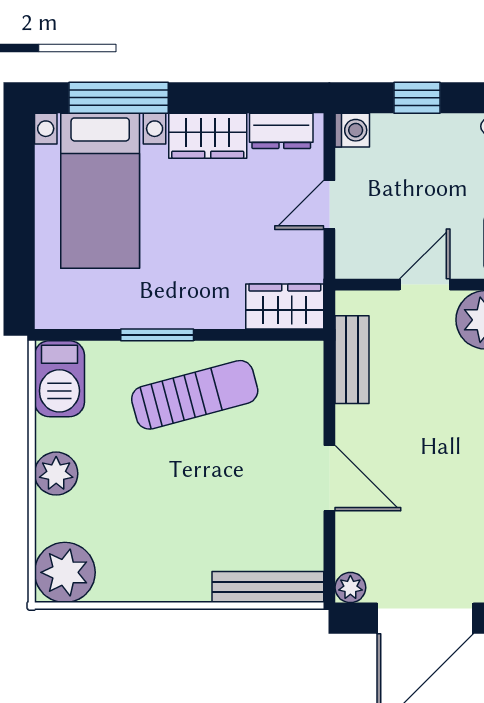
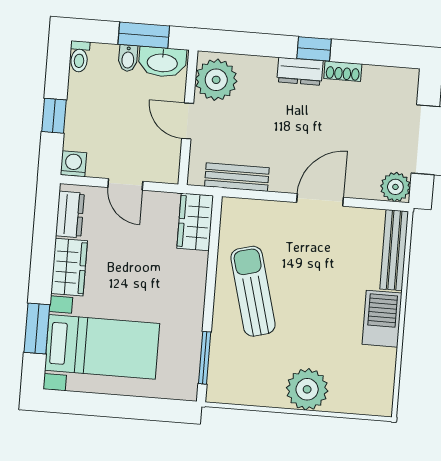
window: (119, 98) -> (37, 328), width x0.69
window: (157, 335) -> (205, 358), moved
barbecue: (59, 379) -> (382, 319), moved, turned -90
plant: (56, 474) -> (307, 389), width x1.36, depth x1.36
plant: (65, 572) -> (372, 394), removed
plant: (350, 588) -> (395, 187), width x1.38, depth x1.38

